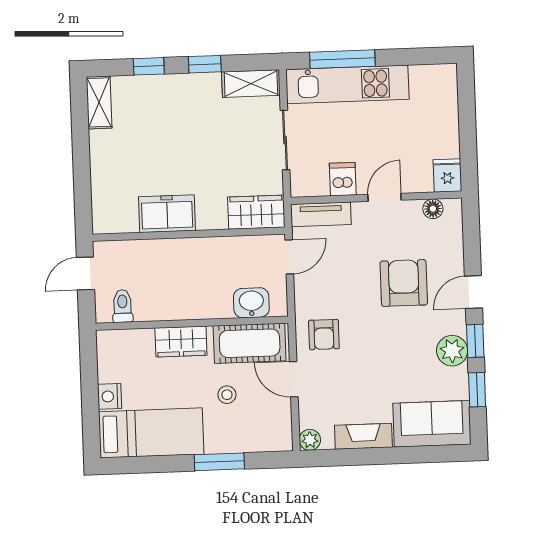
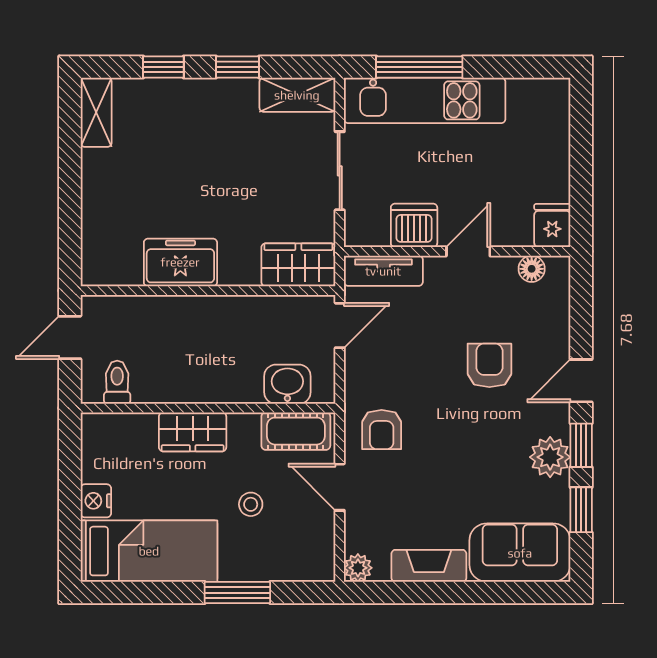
dishwasher: (343, 179) -> (414, 225), width x1.38
armchair: (404, 283) -> (489, 365), width x0.72, depth x0.72
cot: (250, 343) -> (296, 431), width x0.73, depth x0.75

